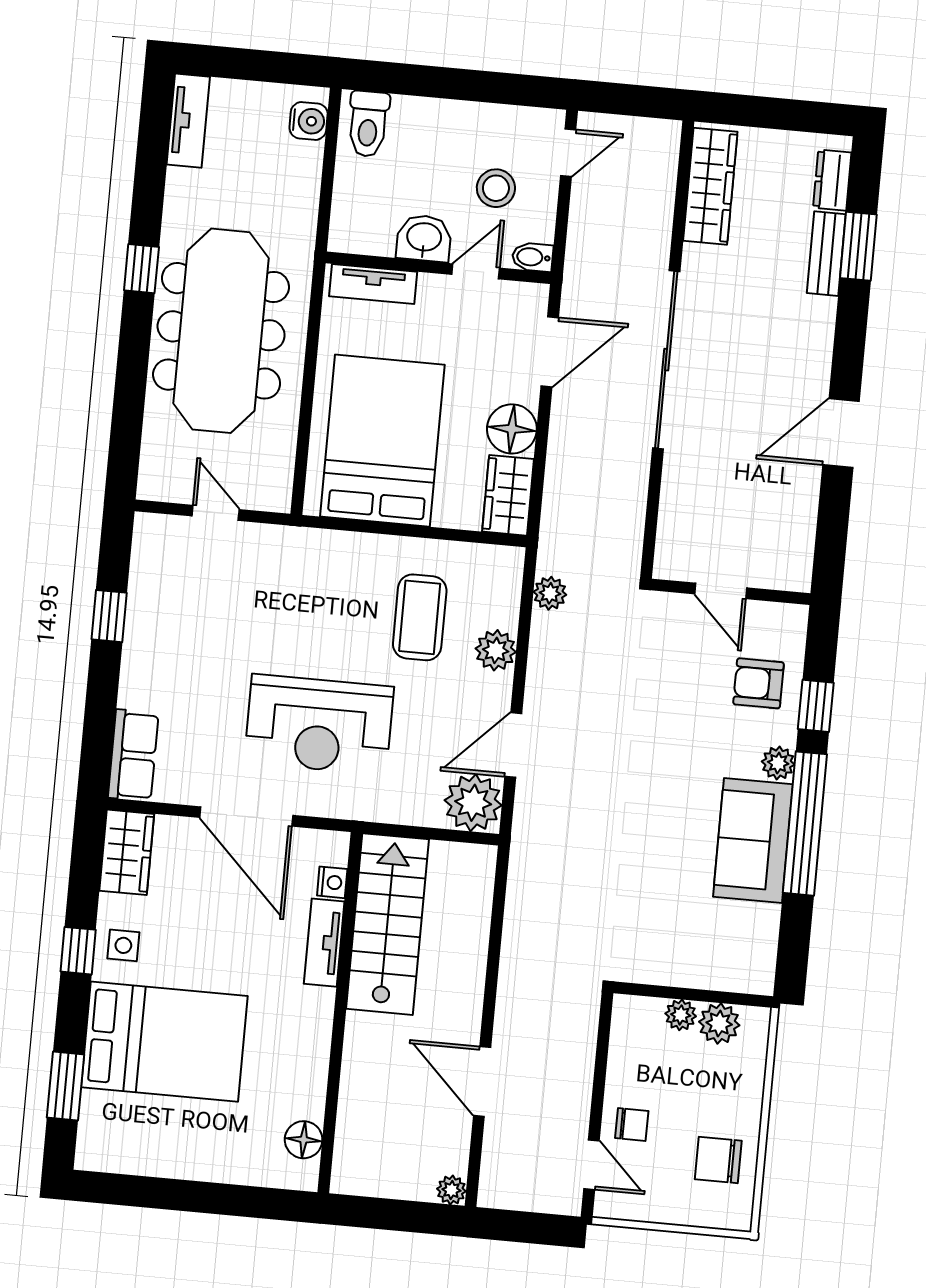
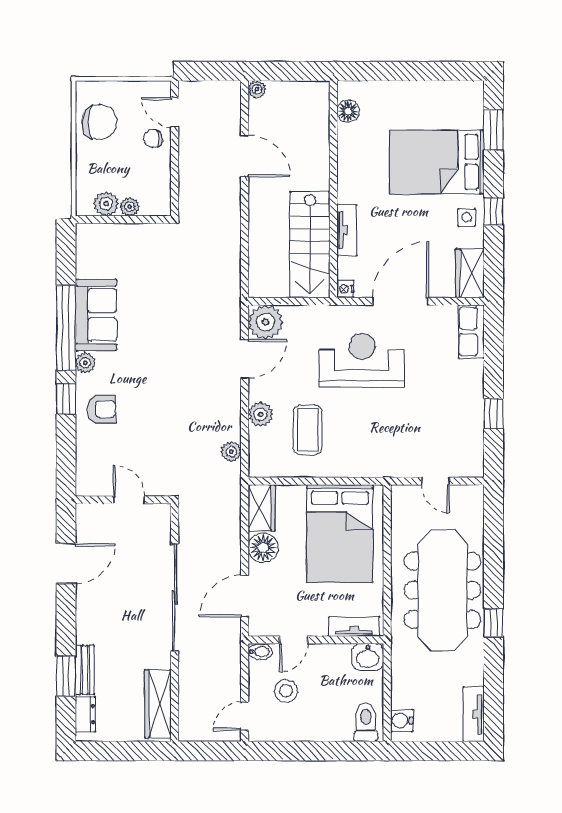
washbasin: (424, 238) -> (368, 657), moved
door: (721, 591) -> (129, 500), moved
wall: (731, 592) -> (123, 500), moved
door: (246, 816) -> (400, 301), hinge flipped
nightstand: (332, 882) -> (345, 289), moved
chair: (718, 1160) -> (99, 122), width x1.37, depth x1.37

